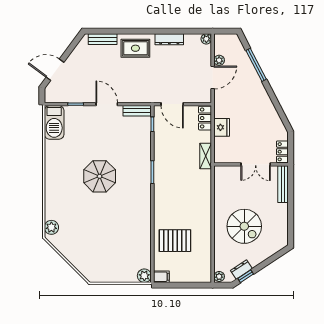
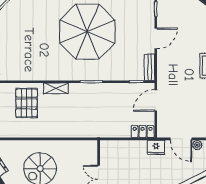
fridge: (222, 127) -> (156, 147), moved
shelving: (206, 156) -> (56, 88), moved
parasol: (100, 176) -> (87, 32), width x1.86, depth x1.86

